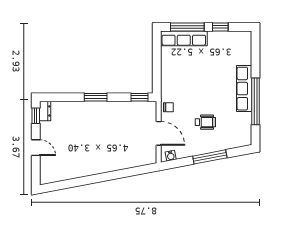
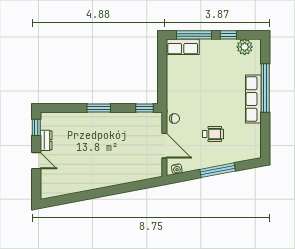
row of seats: (184, 38) -> (183, 47), width x0.68
plant: (236, 38) -> (245, 47), added
window: (256, 101) -> (265, 88), moved
dresser: (45, 111) -> (46, 140), moved

